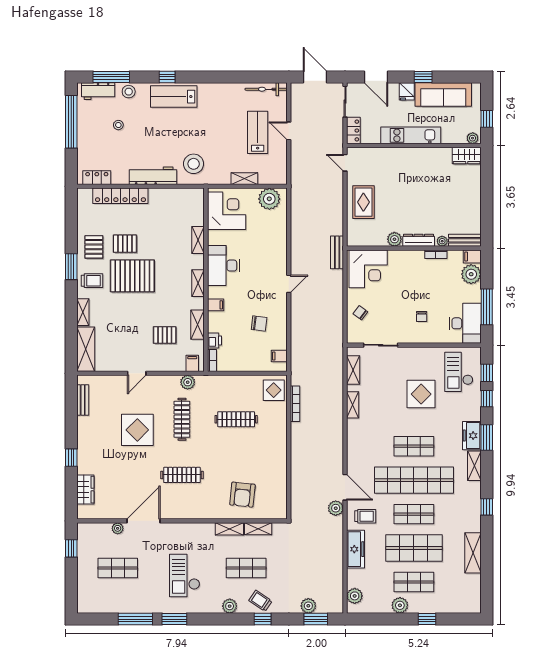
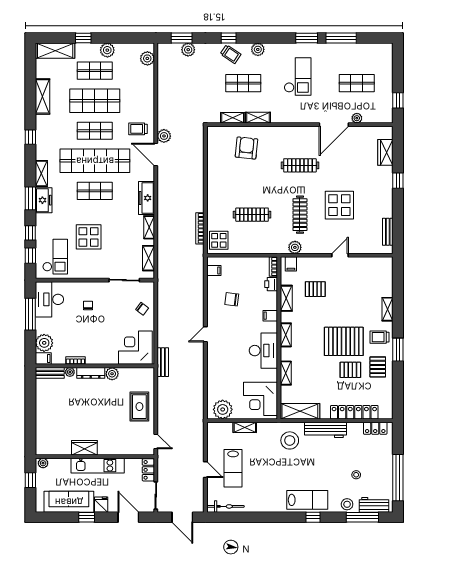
wardrobe: (467, 156) -> (84, 448), moved
shelving: (86, 349) -> (300, 411), moved, turned 90
freezer: (355, 549) -> (147, 198), moved
shelving: (459, 605) -> (55, 51), added

